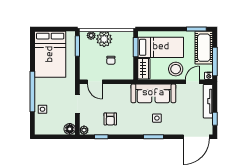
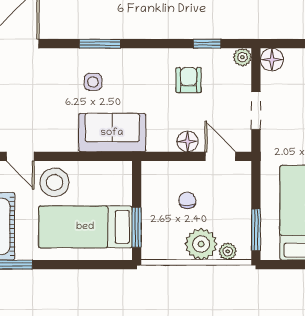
wardrobe: (144, 69) -> (120, 183), removed
door: (192, 82) -> (20, 156), hinge flipped
floor lamp: (111, 89) -> (187, 141), added
sofa: (153, 93) -> (112, 133), width x0.73

